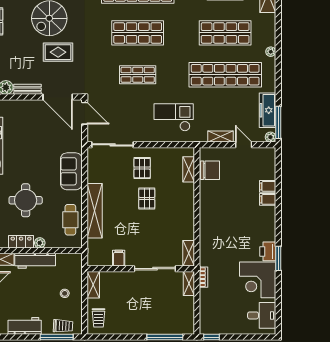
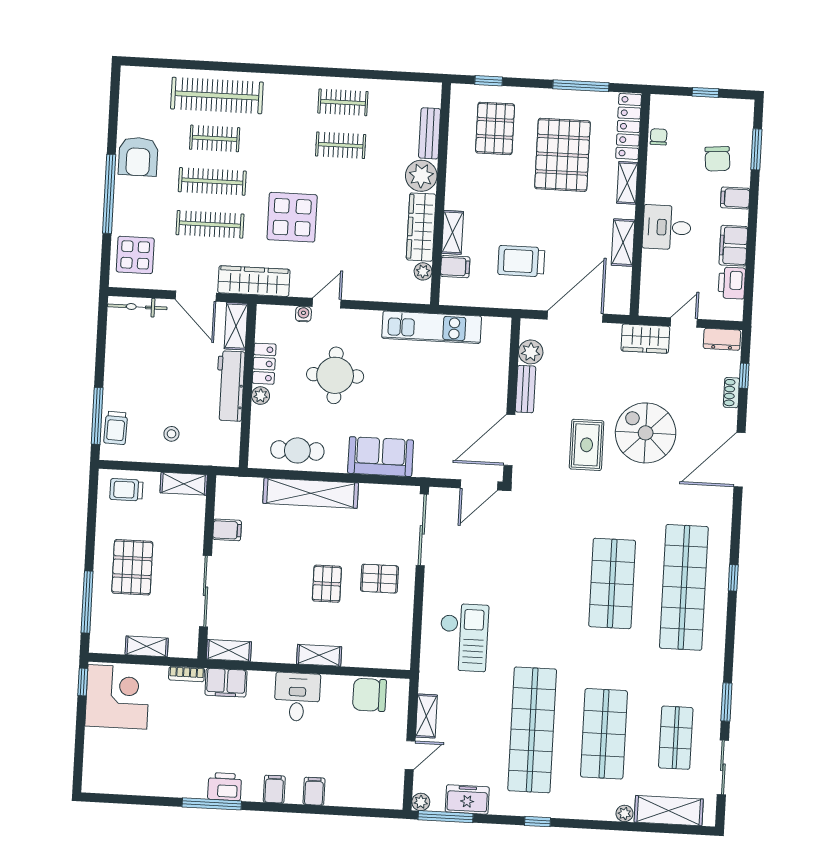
plant: (271, 52) -> (625, 813), moved
window: (278, 69) -> (538, 822), added
shop shelf: (138, 75) -> (540, 580), removed
freezer: (268, 110) -> (467, 799), width x0.71
shelving: (189, 169) -> (319, 655), moved
chair: (210, 170) -> (369, 695), turned 90
filing cabinet: (268, 186) -> (274, 789), moved
pallet: (147, 198) -> (327, 584), turned 90
filing cabinet: (207, 254) -> (226, 683), added
window: (278, 258) -> (212, 804), width x1.44
corner desk: (258, 280) -> (117, 697), moved, turned 90
shelving: (189, 283) -> (147, 646), moved
pallet: (143, 312) -> (132, 567), added
desk: (262, 315) -> (297, 697), moved, turned 180
workbench: (25, 326) -> (119, 362), removed

